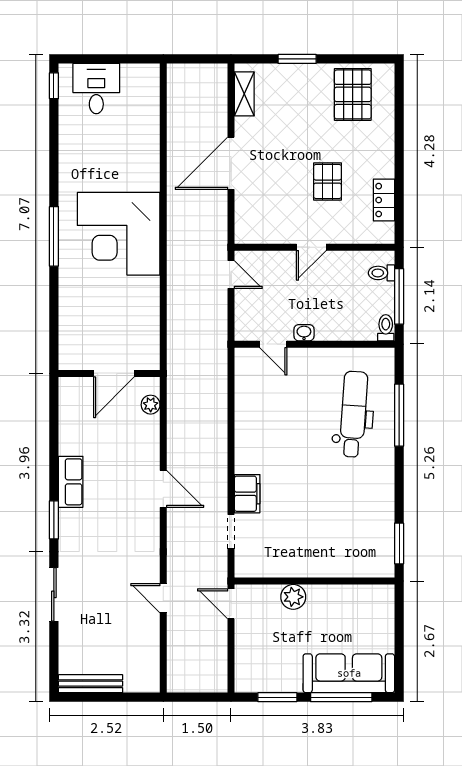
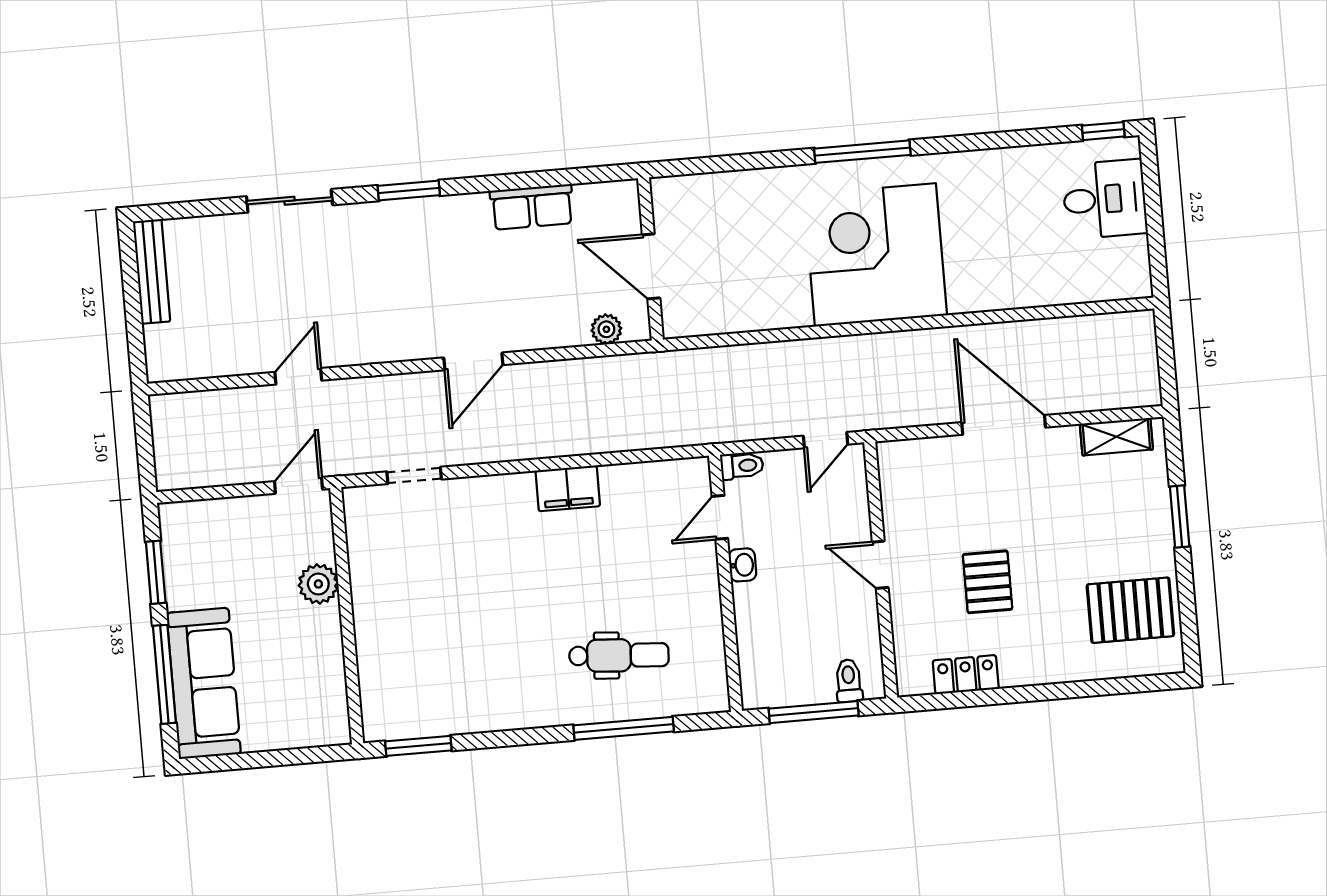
pallet: (328, 182) -> (988, 582), turned 90
toilet: (386, 328) -> (742, 466), moved
dental chair: (354, 414) -> (619, 655), width x0.73, depth x0.72
row of seats: (71, 482) -> (532, 207), moved
filing cabinet: (247, 494) -> (568, 488), moved

